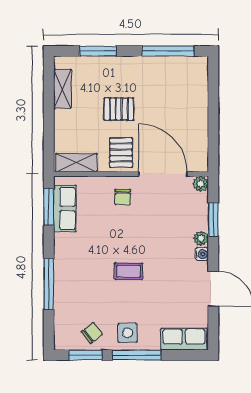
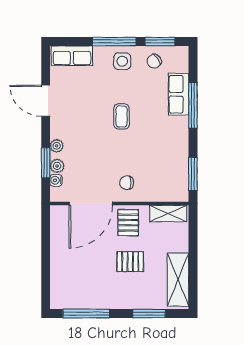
shelving: (62, 89) -> (178, 280), width x1.50, depth x1.33
door: (163, 174) -> (91, 204), hinge flipped
plant: (201, 184) -> (57, 166), moved
chair: (123, 197) -> (127, 183), turned -90
row of seats: (65, 208) -> (179, 94), moved
water cooler: (202, 254) -> (56, 180), moved
coffee table: (129, 271) -> (121, 116), turned 90

